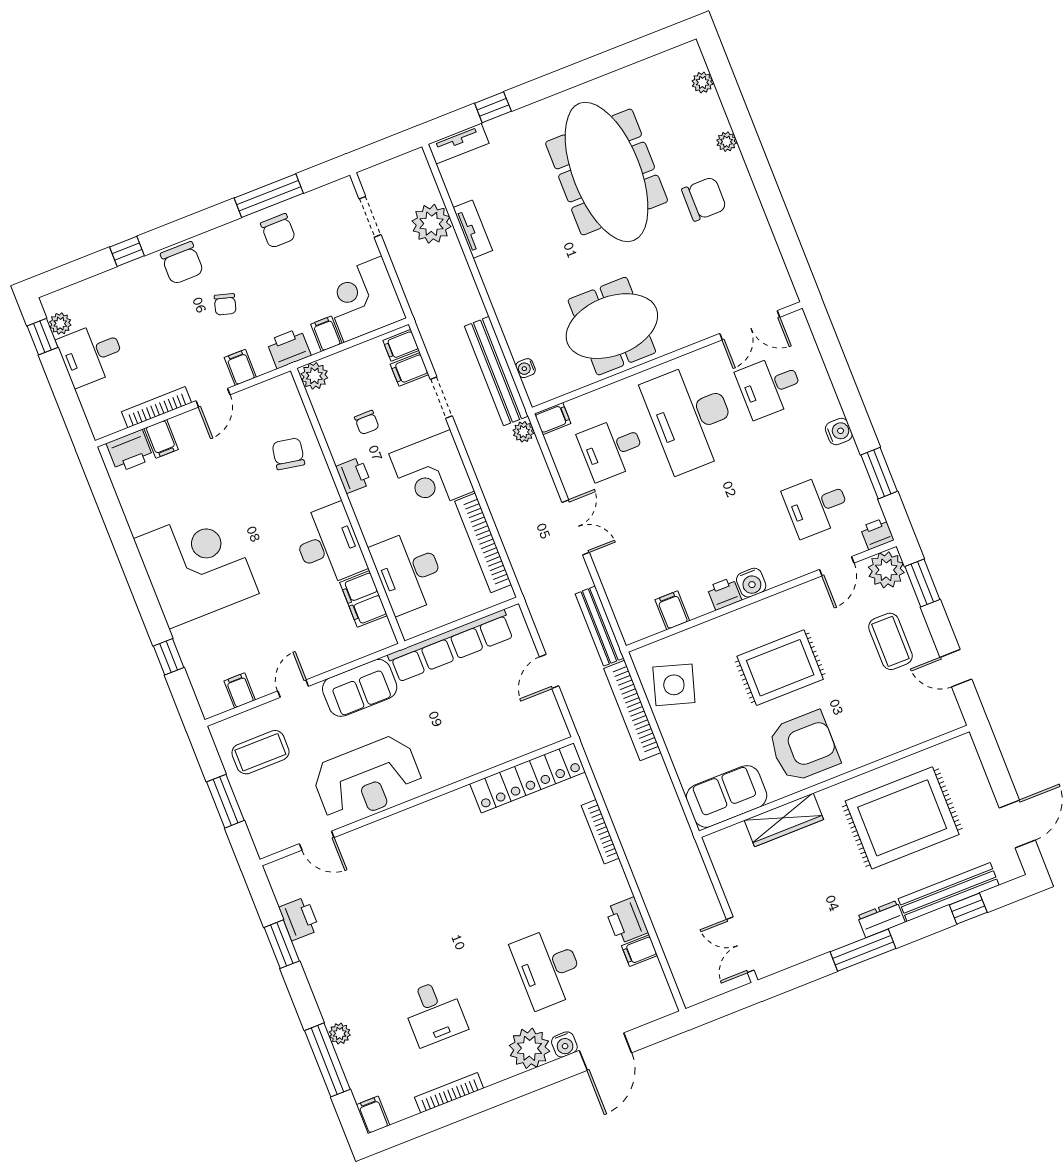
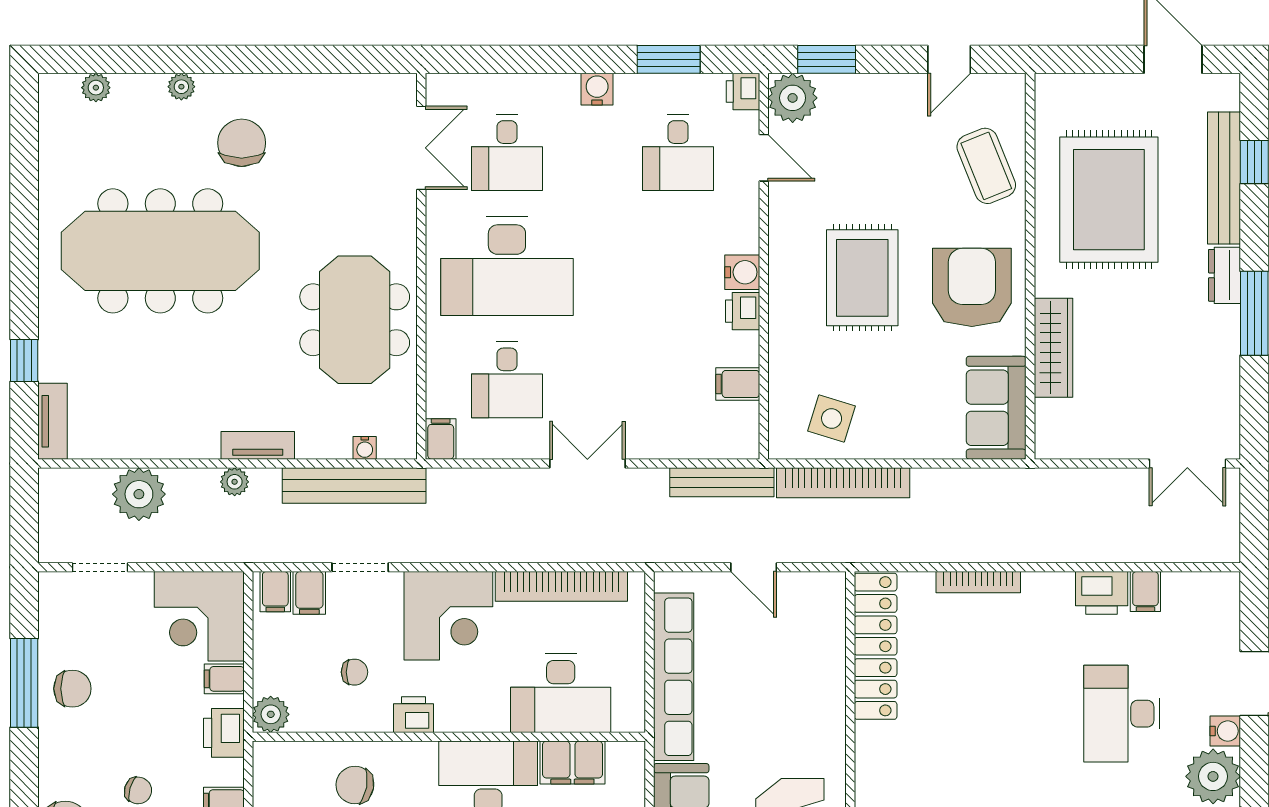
tv unit: (473, 229) -> (258, 445), moved
plant: (523, 432) -> (235, 482), moved
coffee table: (890, 641) -> (986, 166), moved, turned 68
side table: (674, 685) -> (832, 419), width x0.73, depth x0.73
desk: (548, 968) -> (1122, 714), turned 90

